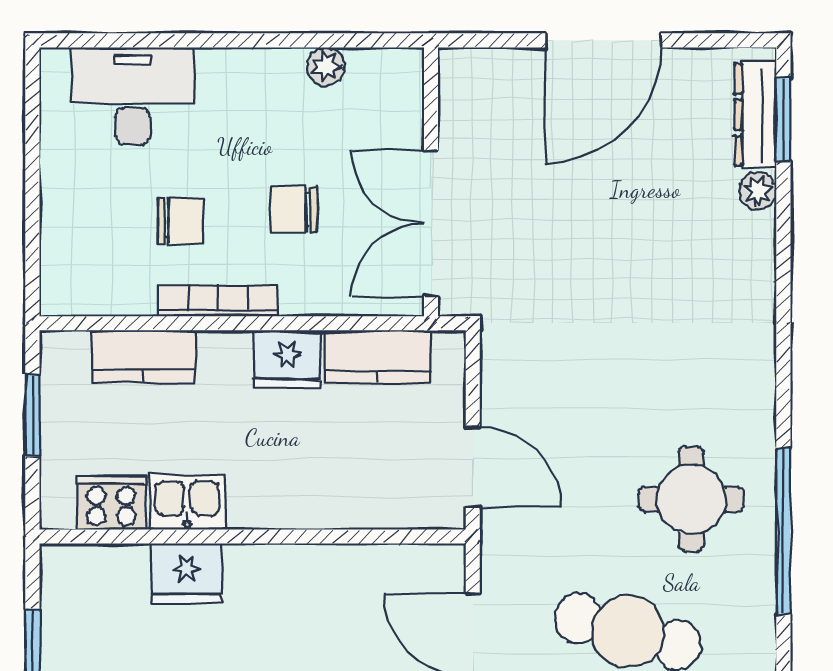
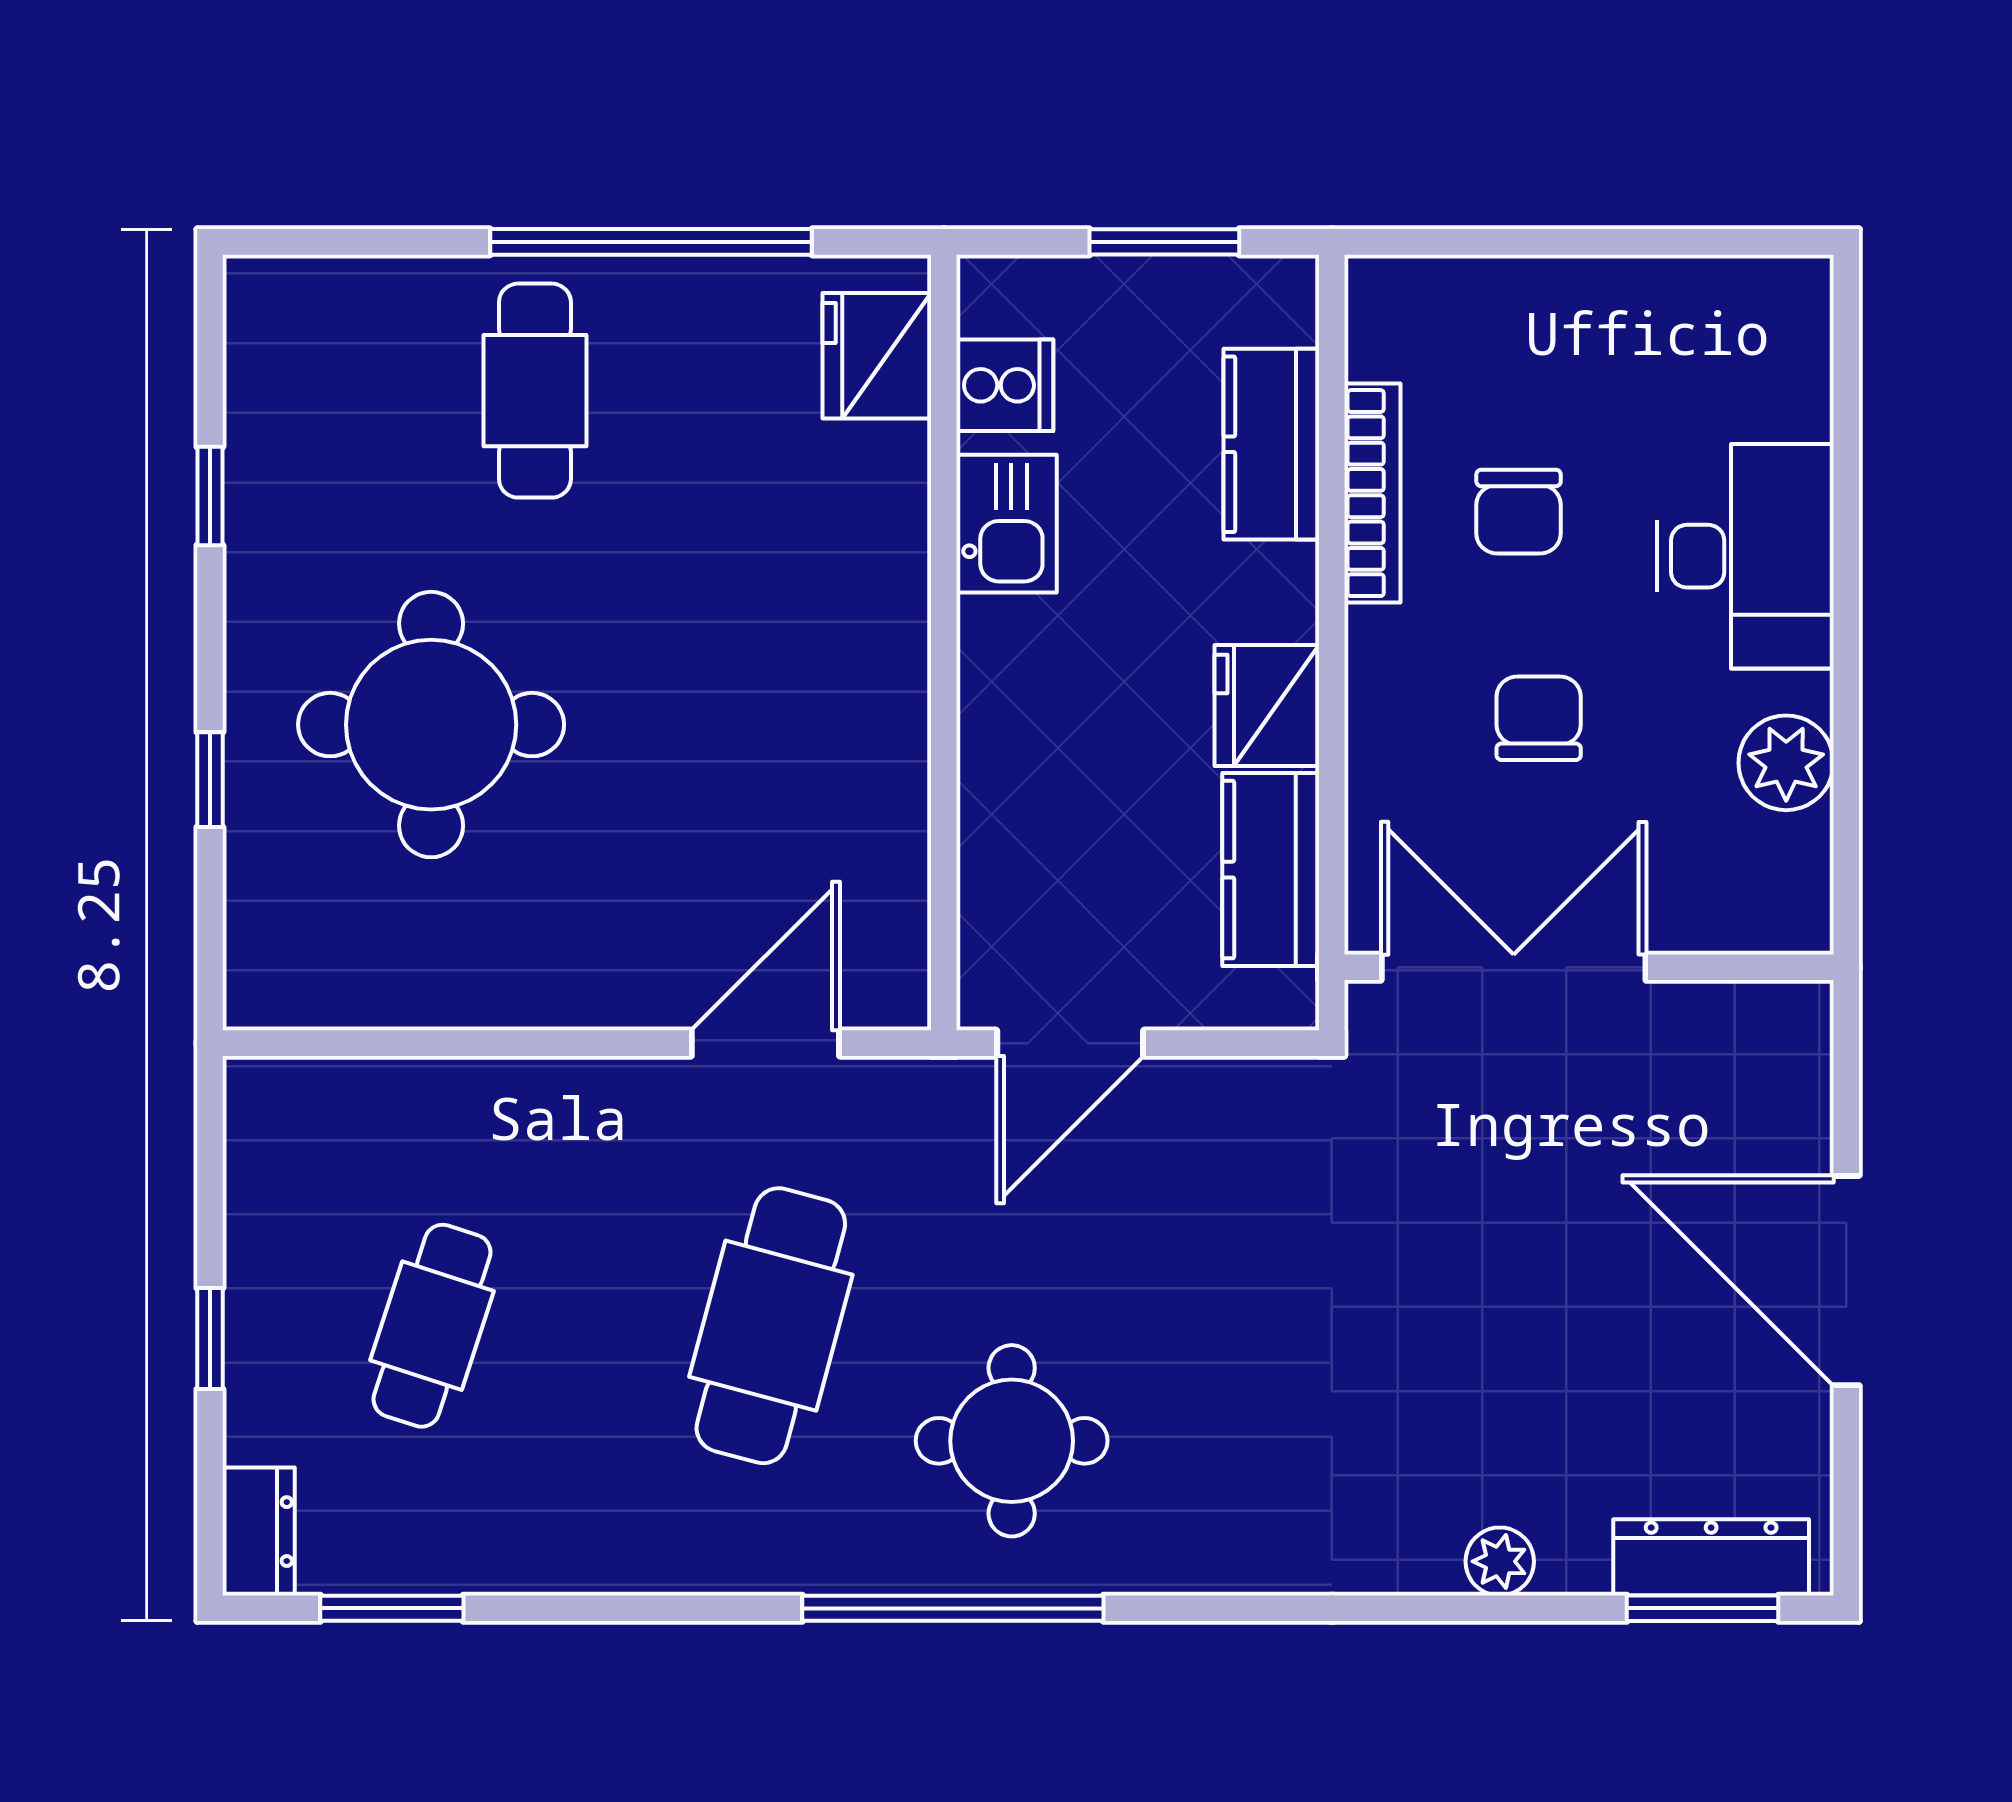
plant: (326, 66) -> (1786, 763), width x1.38, depth x1.38
desk: (133, 96) -> (1745, 556), moved
plant: (758, 191) -> (1500, 1561), moved
bookcase: (218, 301) -> (1372, 493), moved
cooker: (111, 503) -> (1005, 385), width x0.73
fridge: (187, 573) -> (877, 356), moved

